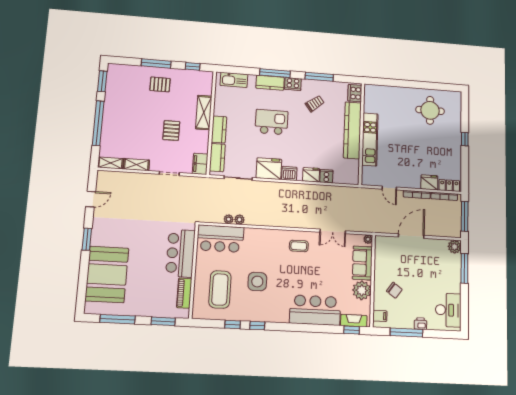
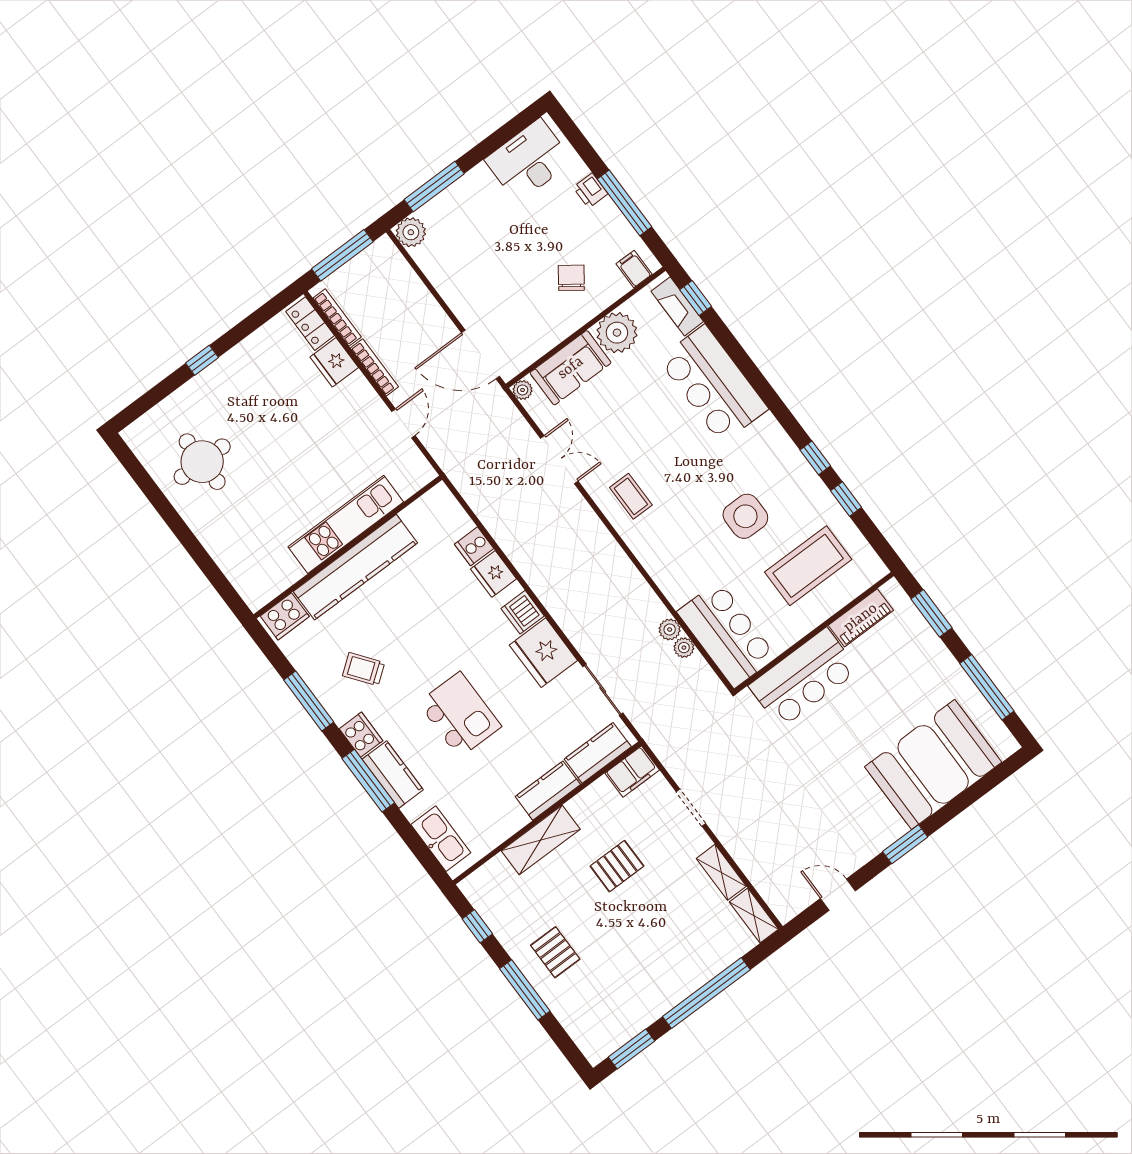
kitchen island: (272, 122) -> (460, 715), turned 180
door: (411, 236) -> (481, 354), moved

